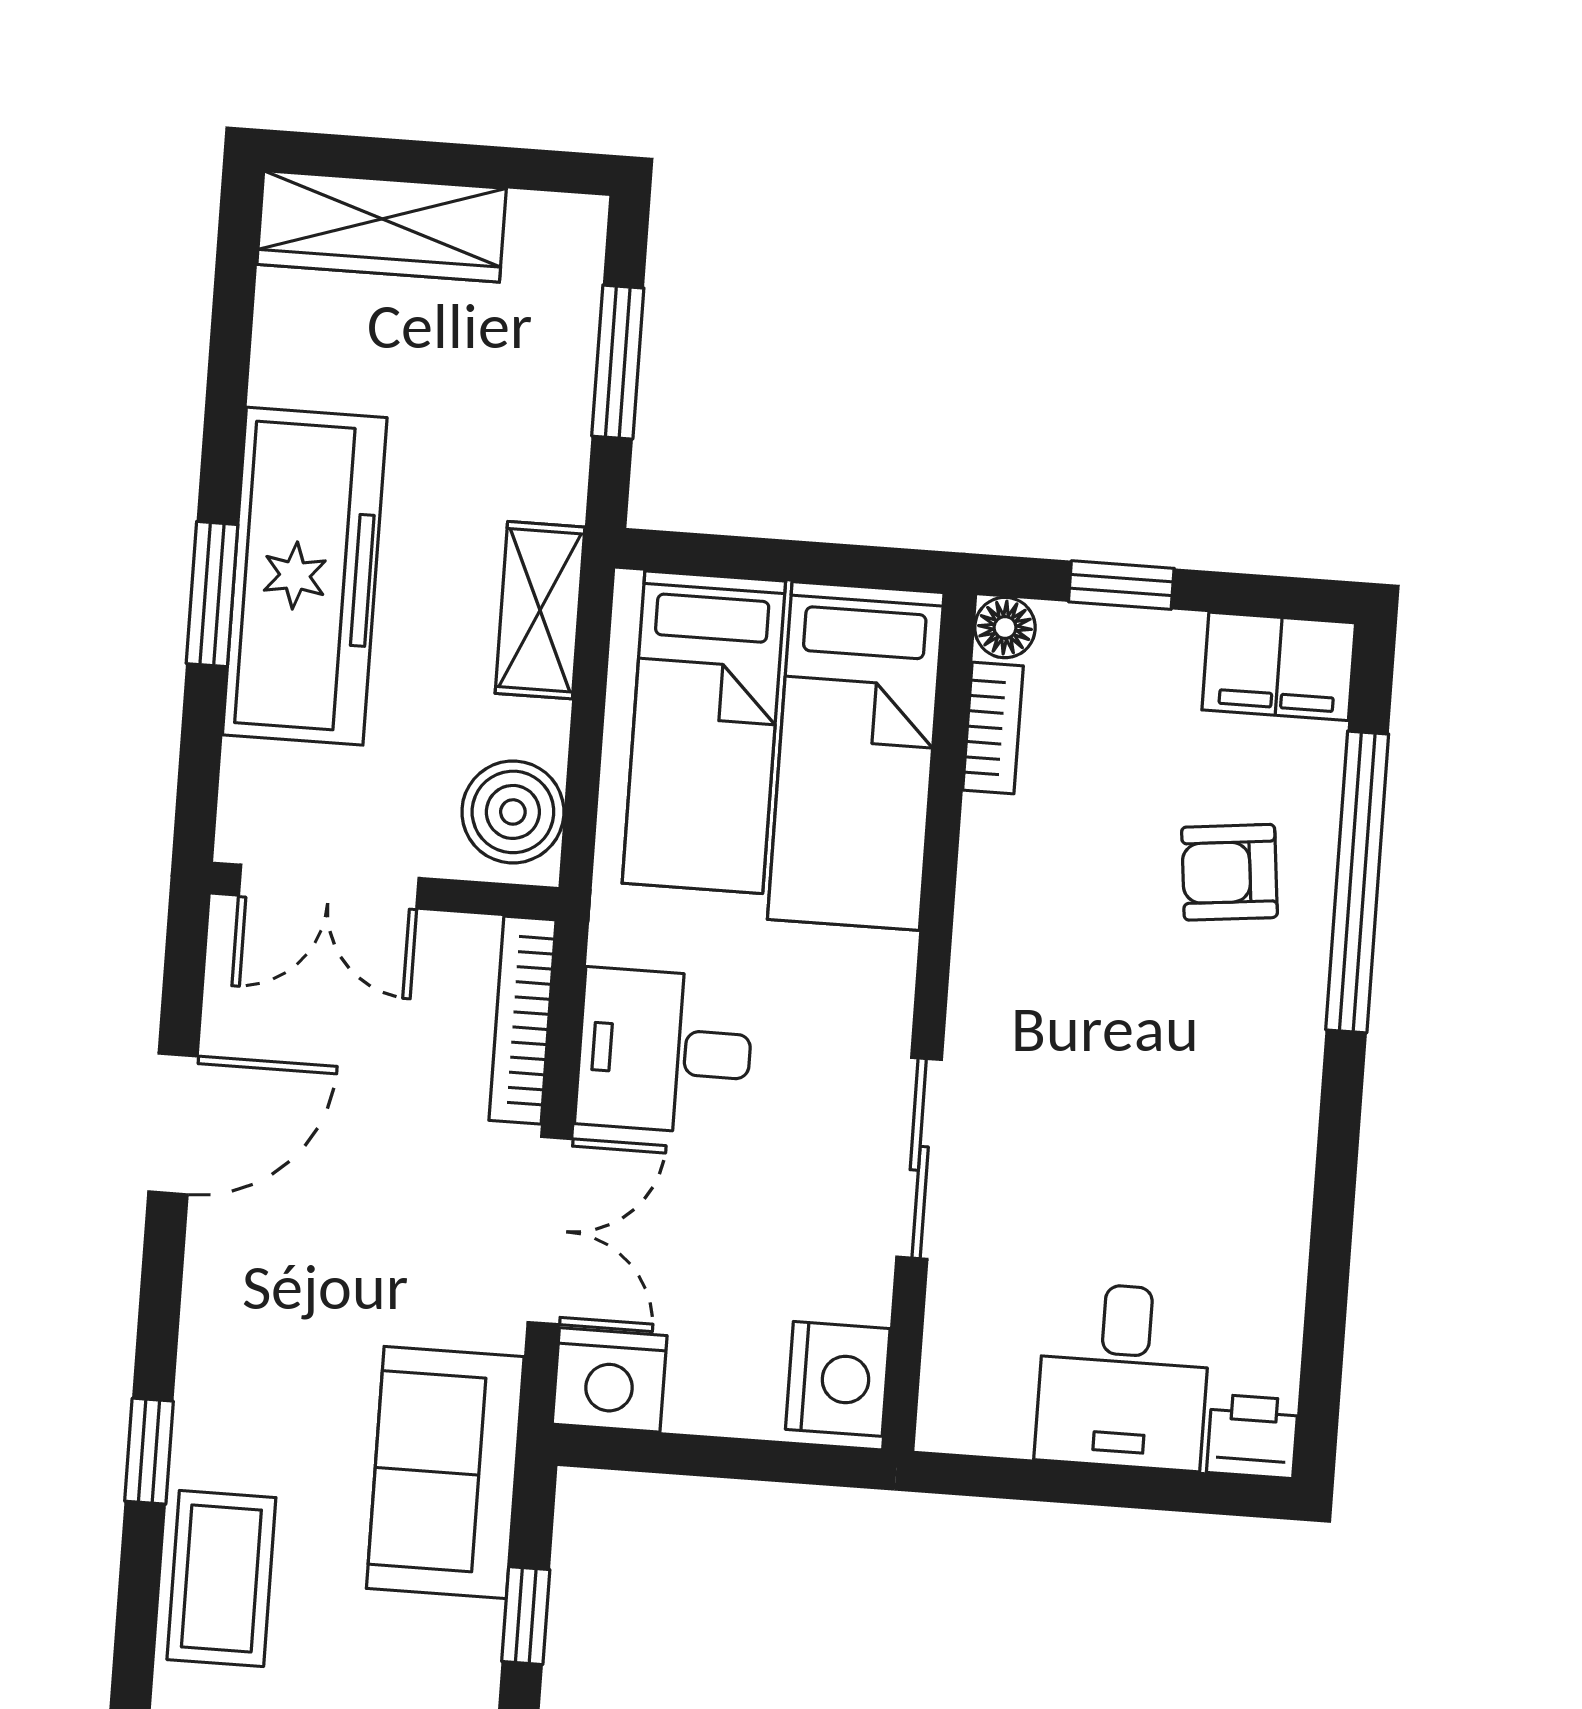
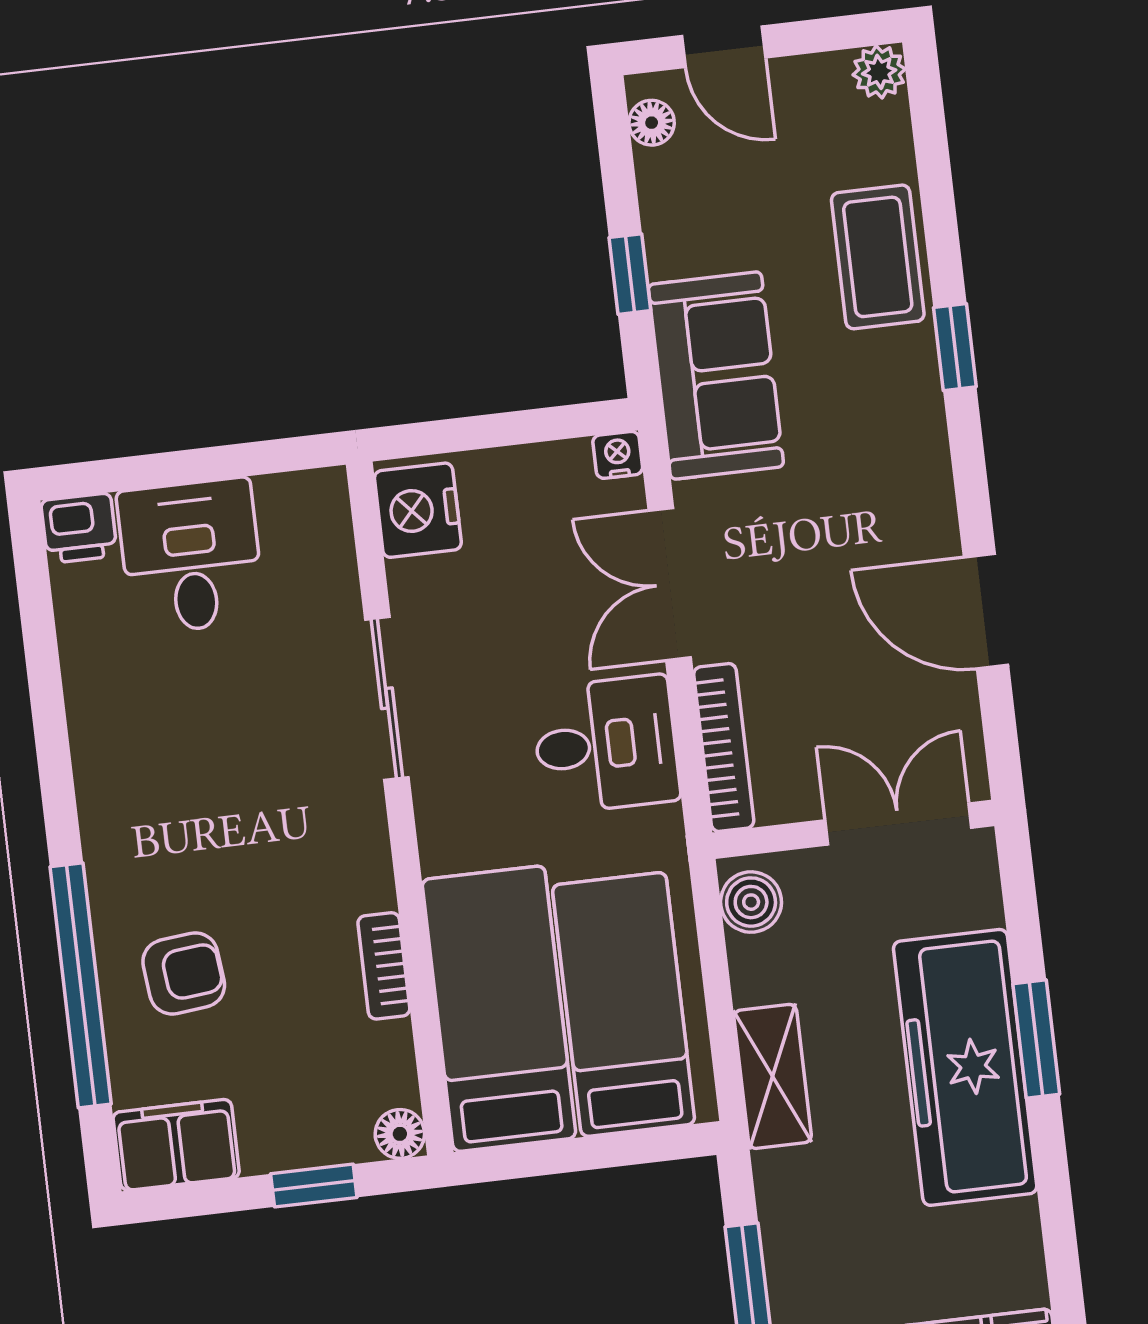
bookcase: (993, 728) -> (384, 966), moved
boiler: (513, 812) -> (751, 902), width x0.73, depth x0.73
door: (173, 1124) -> (986, 611), hinge flipped
nightstand: (610, 1380) -> (618, 455), width x0.53, depth x0.56

